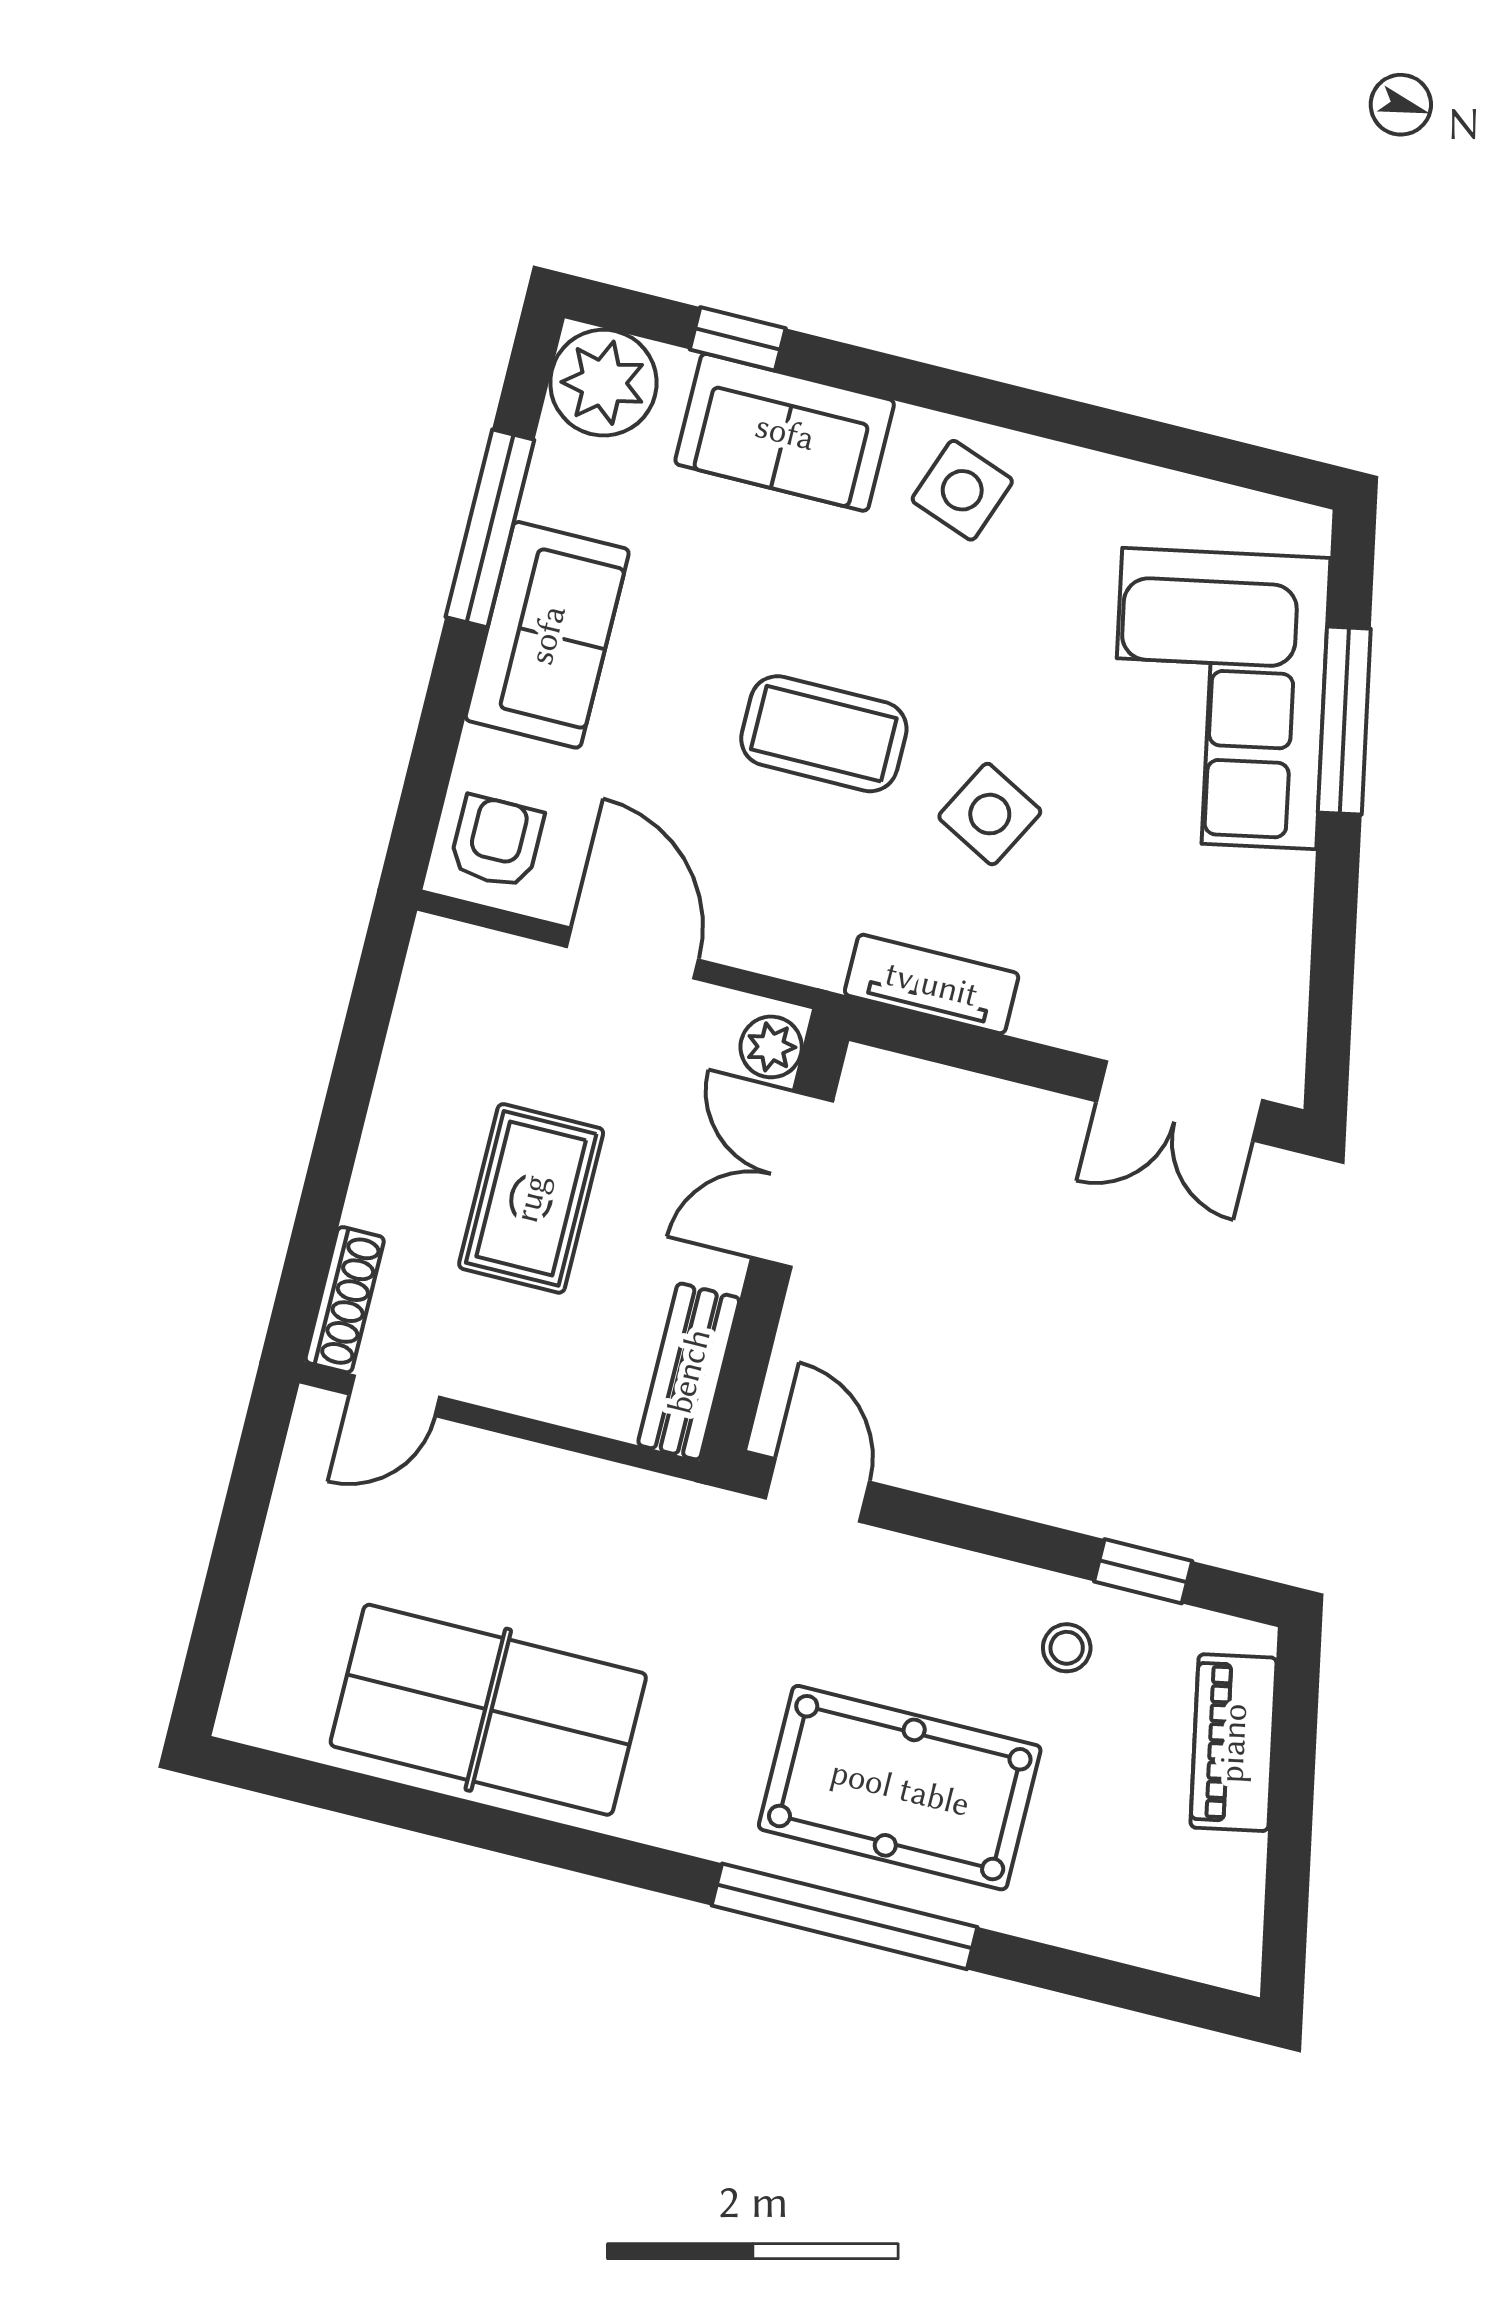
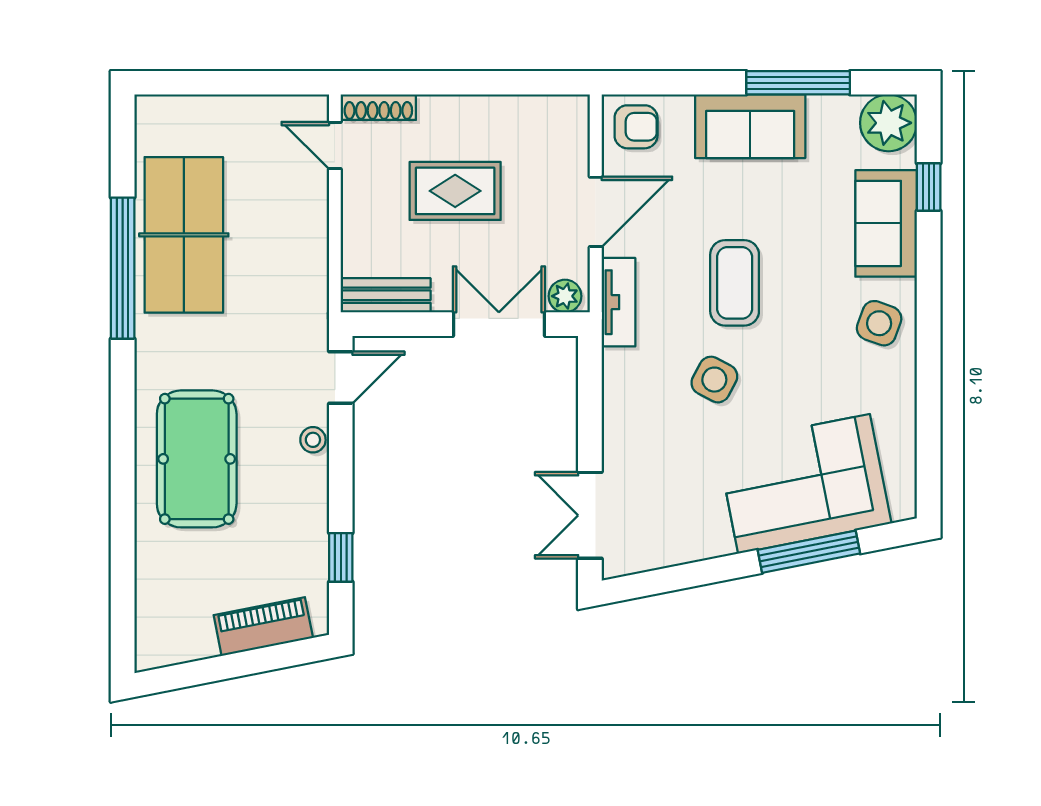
tv unit: (932, 984) -> (618, 302), moved
stool: (1067, 1648) -> (313, 440), moved
window: (844, 1916) -> (123, 268), moved

